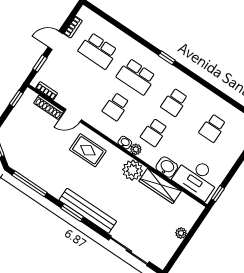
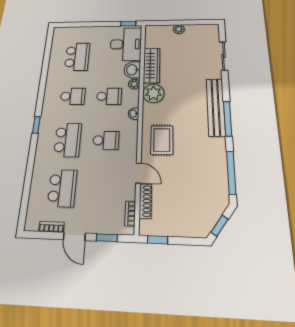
school desk: (213, 128) -> (77, 57), width x1.85
plant: (136, 149) -> (134, 84), moved
window: (72, 213) -> (228, 119), width x1.44
sliding door: (129, 251) -> (224, 56), width x0.73

